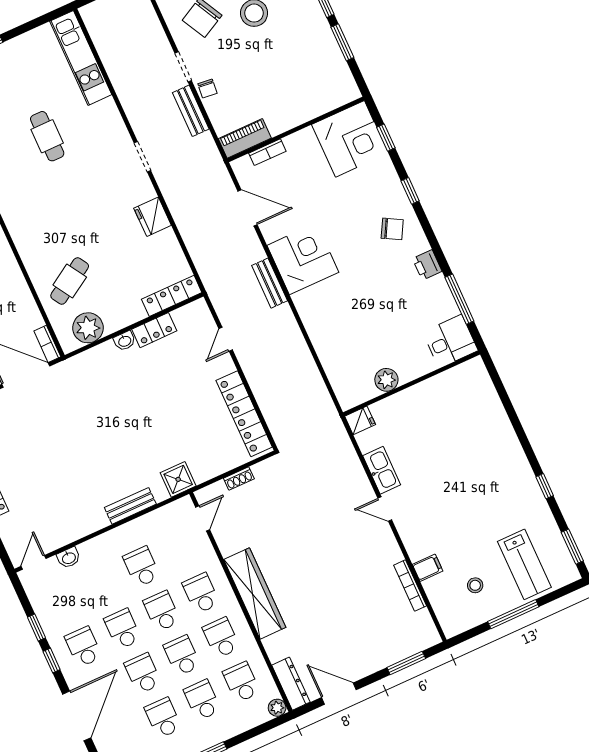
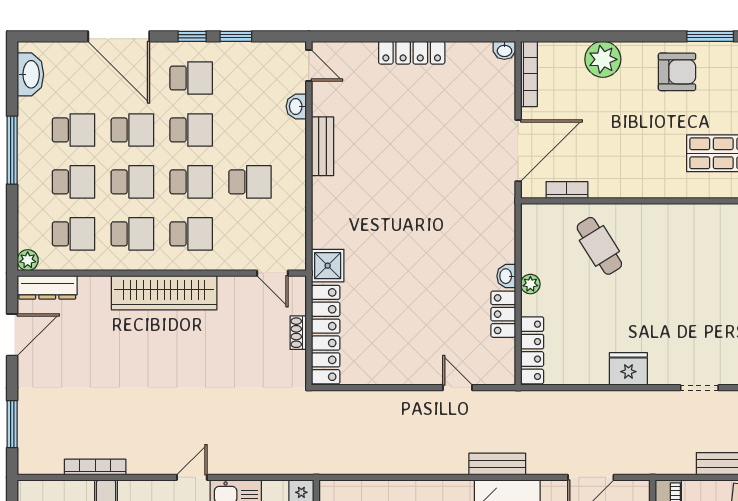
plant: (88, 328) -> (530, 284), moved, width x0.53, depth x0.53
bookcase: (47, 344) -> (567, 190), moved
locker: (244, 414) -> (326, 335), moved, turned 90
bench: (130, 506) -> (322, 146), moved

